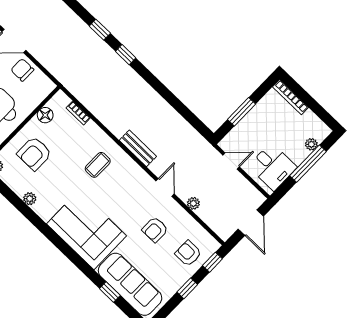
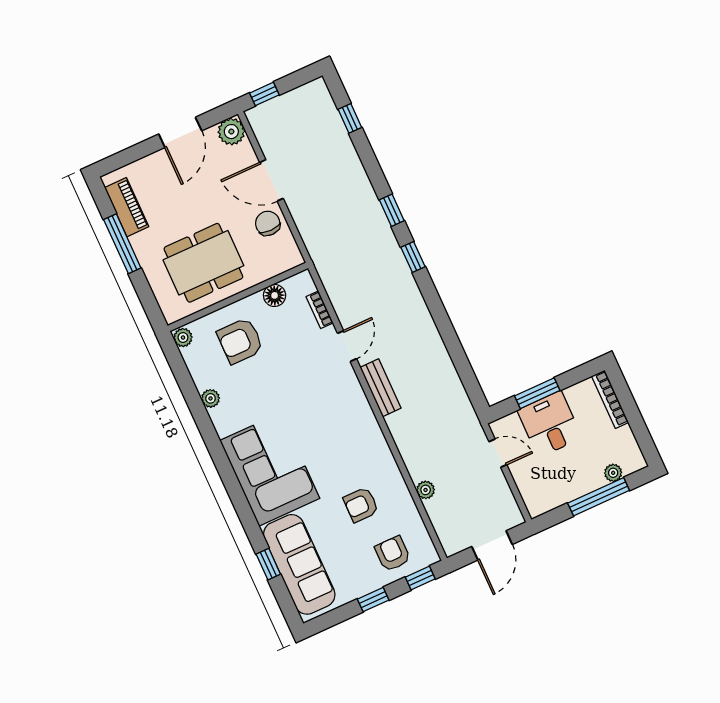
coffee table: (98, 165) -> (318, 389), removed
desk: (273, 167) -> (550, 424), moved, turned 180
door: (165, 187) -> (347, 346), moved

